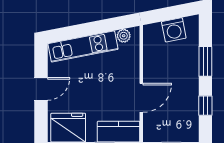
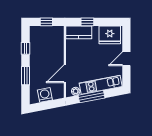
window: (98, 27) -> (91, 97), added
door: (141, 98) -> (65, 74), moved

